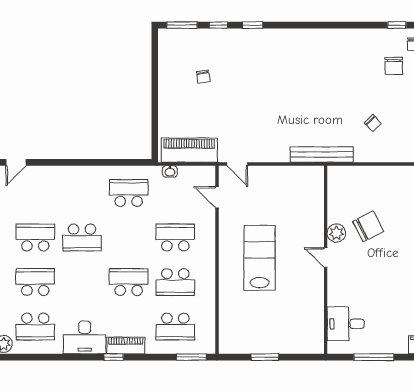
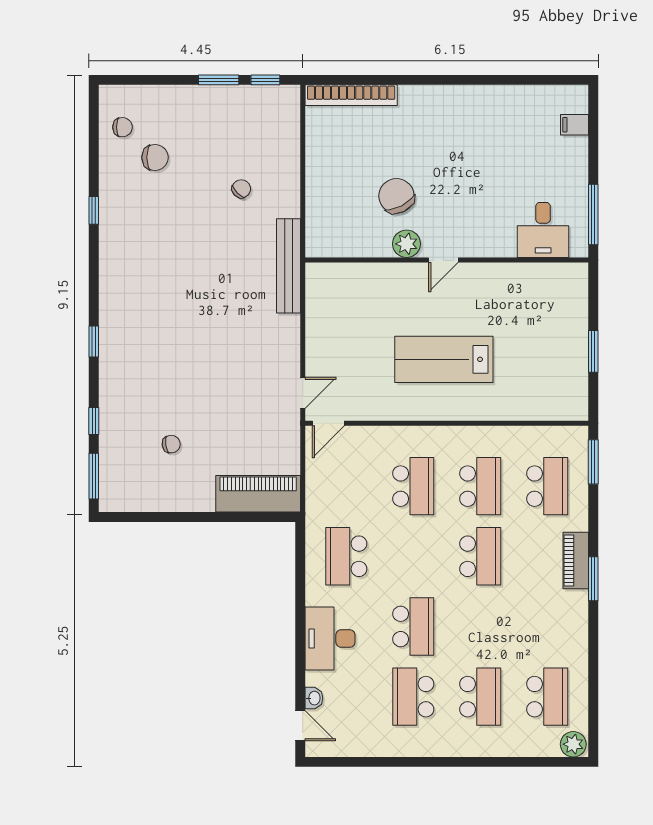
window: (253, 25) -> (94, 342), moved
window: (397, 25) -> (94, 210), moved
piano: (189, 150) -> (258, 494), moved, turned 90
washbasin: (170, 171) -> (314, 698), moved
door: (217, 197) -> (328, 423), moved
school desk: (175, 238) -> (413, 486), turned 180
school desk: (35, 282) -> (480, 697), turned 180
school desk: (129, 282) -> (480, 556), turned 180
desk: (85, 337) -> (330, 639), moved, turned 180
window: (114, 357) -> (593, 579), width x1.50
window: (374, 357) -> (593, 215), moved

